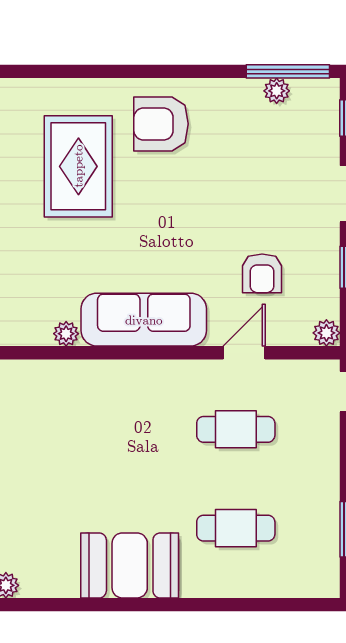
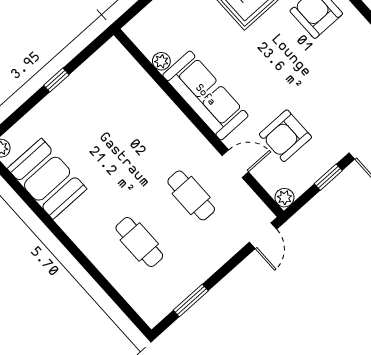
armchair: (262, 273) -> (285, 136), width x1.38, depth x1.38
booth: (130, 565) -> (47, 179), moved

